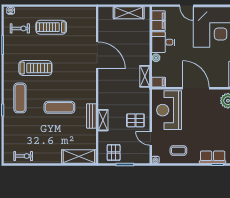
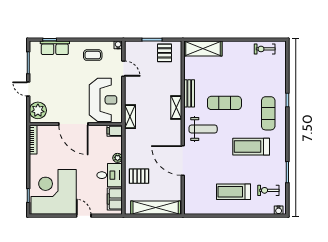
shelving: (129, 13) -> (156, 208), width x1.47
treadmill: (51, 27) -> (234, 192), turned 180
shelving: (145, 76) -> (130, 117), moved
weight bench: (79, 84) -> (203, 129), added
shelving: (103, 120) -> (176, 108), moved
pallet: (135, 120) -> (139, 176), moved

